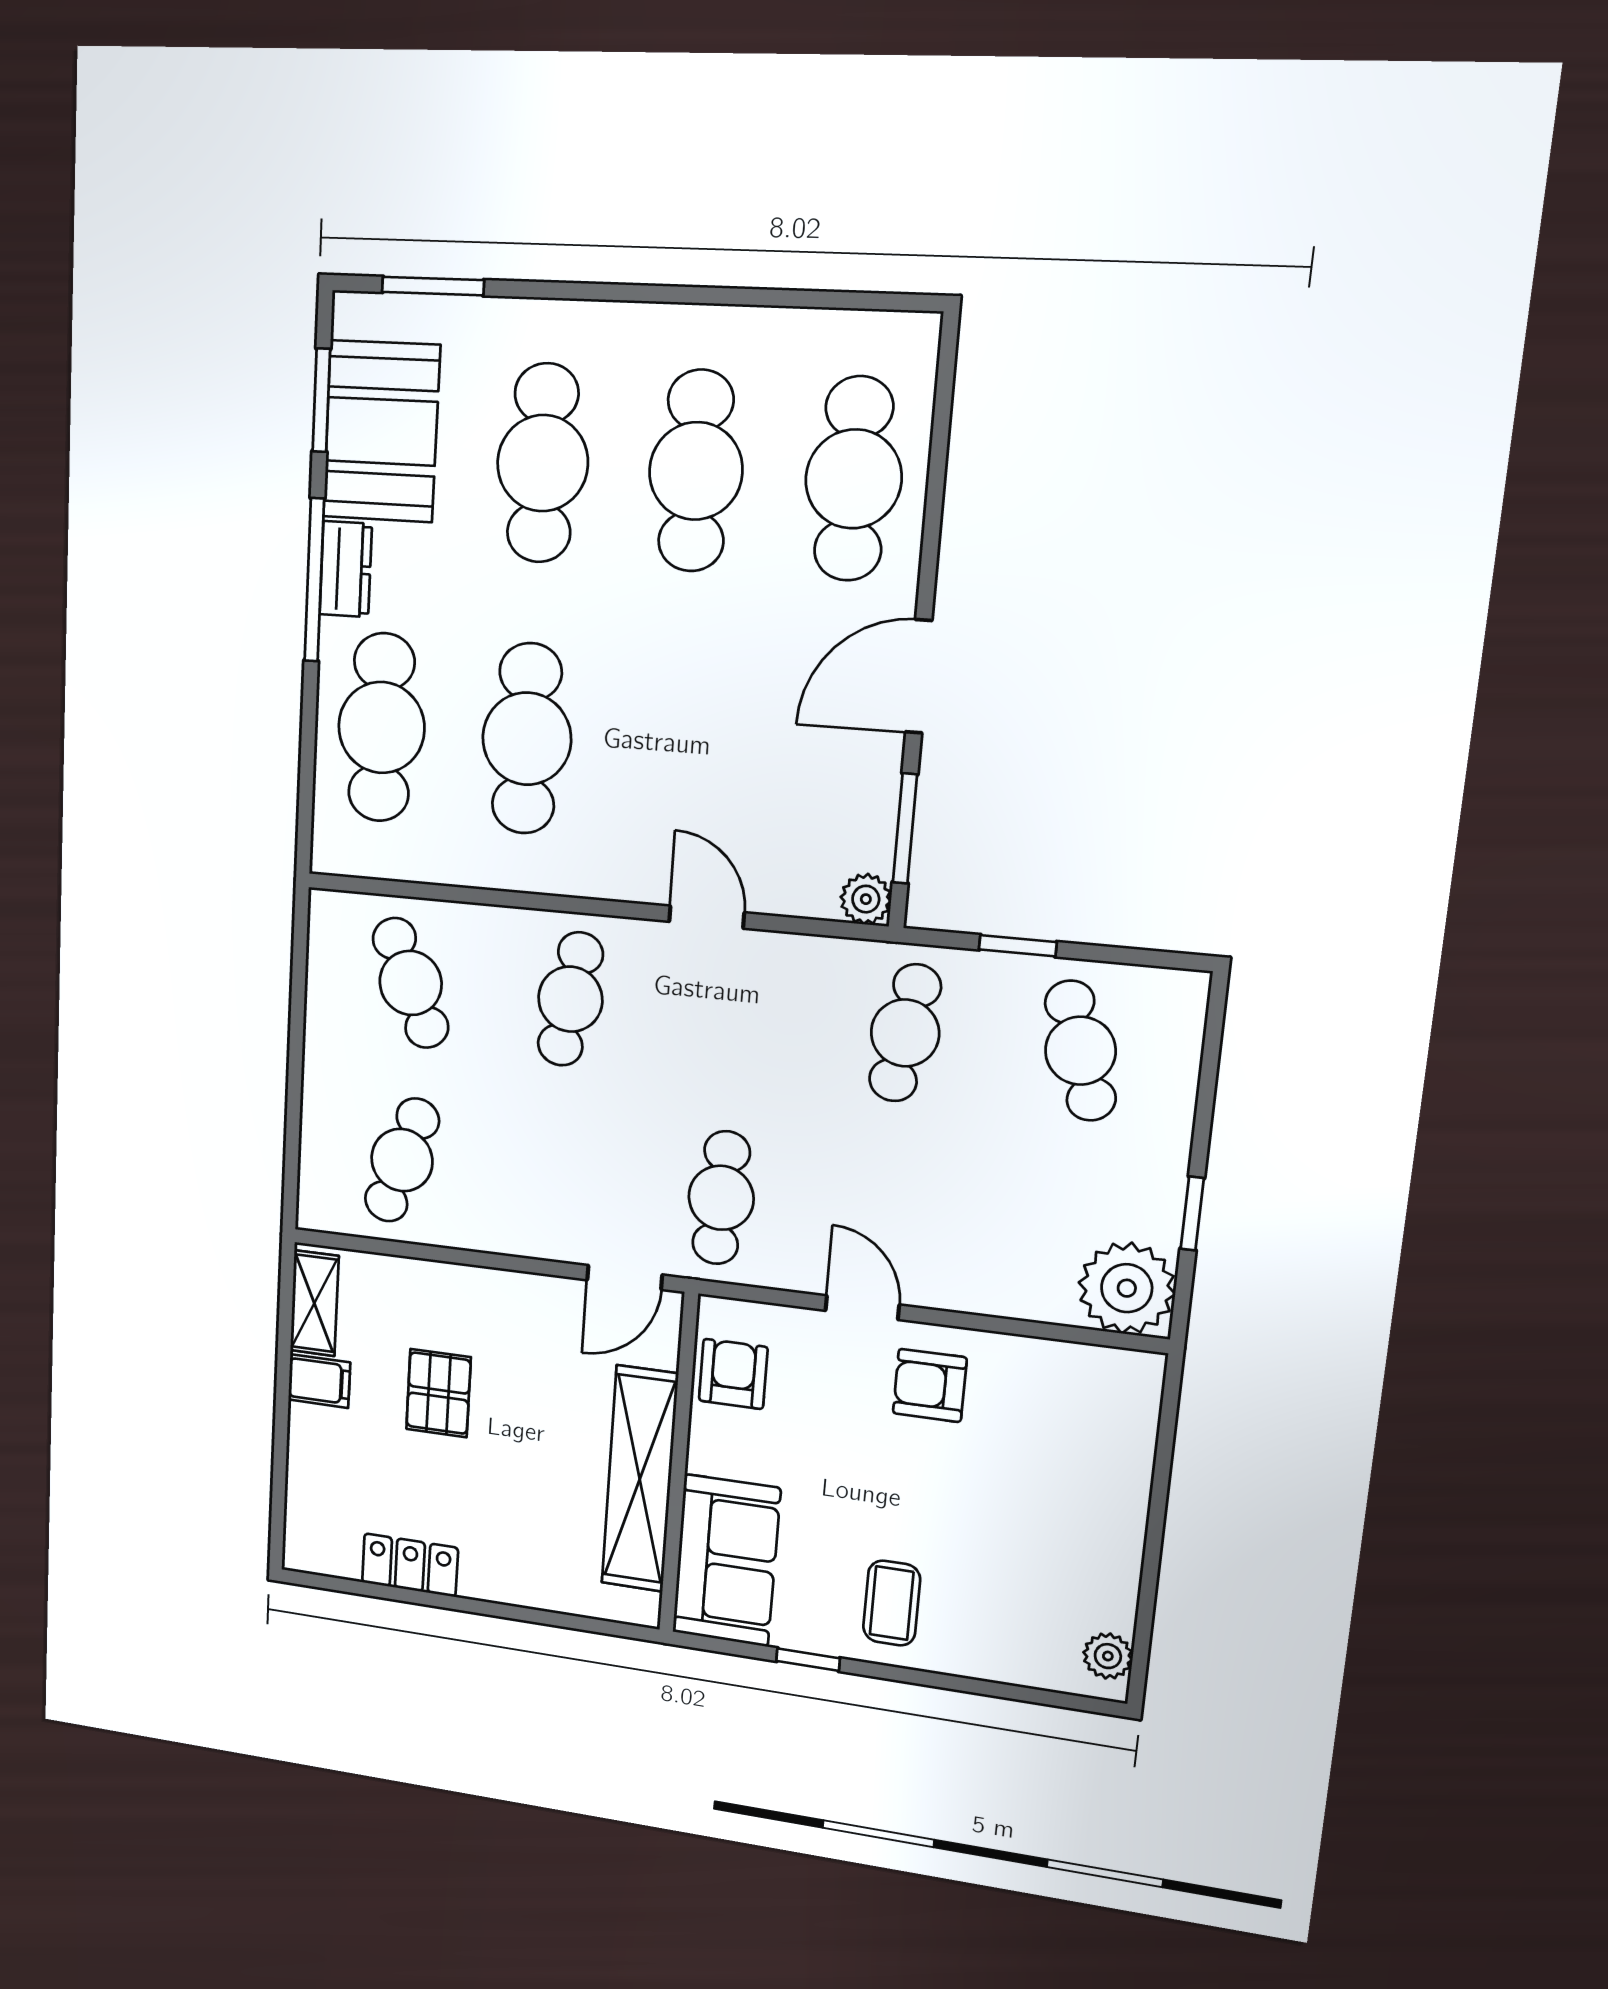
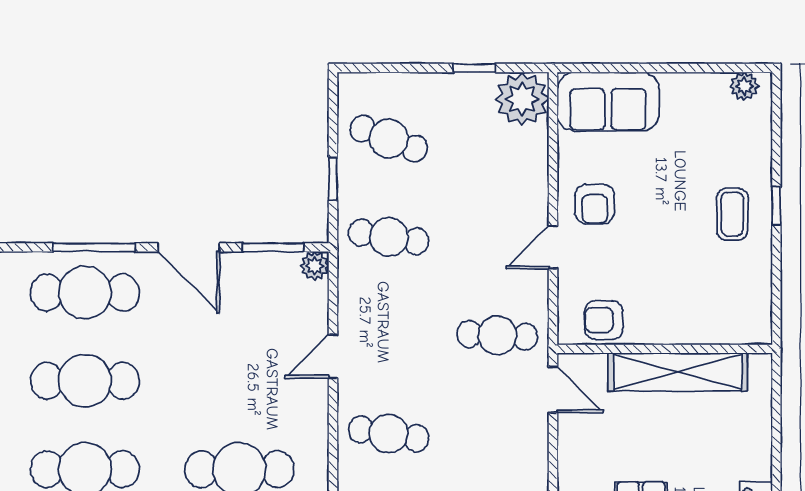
window: (934, 501) -> (94, 247), added
cafe table: (1080, 1051) -> (389, 139), turned 39
sofa: (726, 1561) -> (608, 102), moved, turned 180
coffee table: (892, 1603) -> (732, 214), turned 90
window: (808, 1660) -> (776, 206), moved

